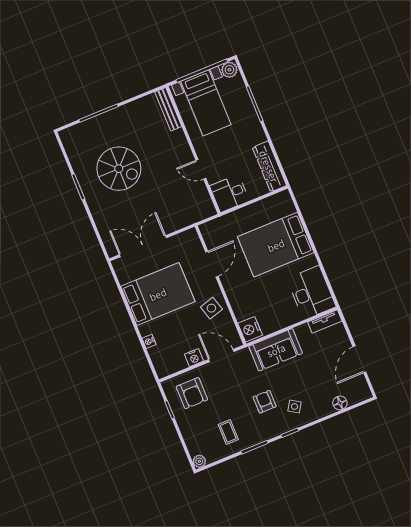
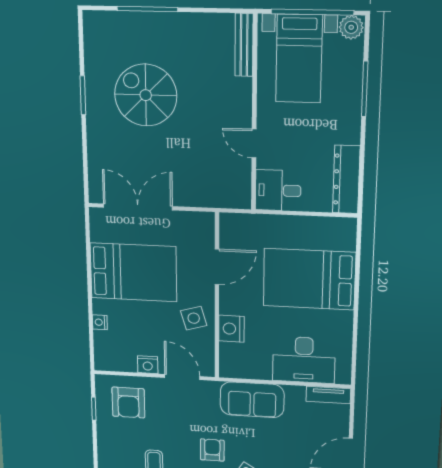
spiral stairs: (119, 169) -> (146, 95), turned 180
desk: (311, 293) -> (304, 360), moved, turned 90
nightstand: (250, 329) -> (231, 329), moved

